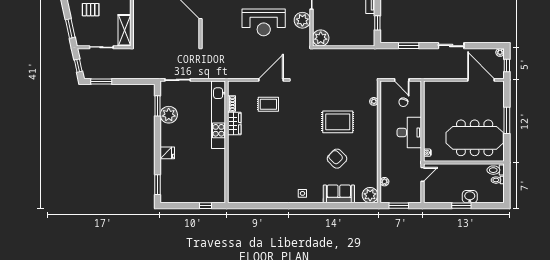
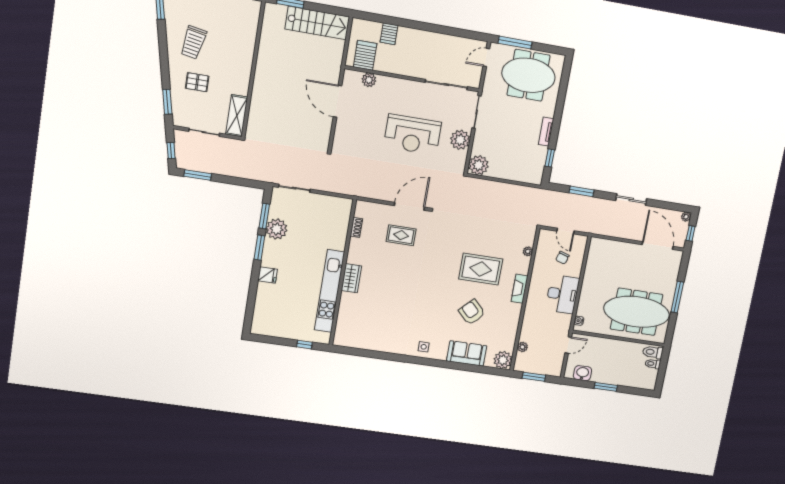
kitchen unit: (219, 115) -> (330, 291), moved
wardrobe: (234, 124) -> (351, 278), moved
fireplace: (373, 133) -> (520, 289), added
window: (157, 185) -> (259, 248), moved
washbasin: (470, 197) -> (582, 373), moved

